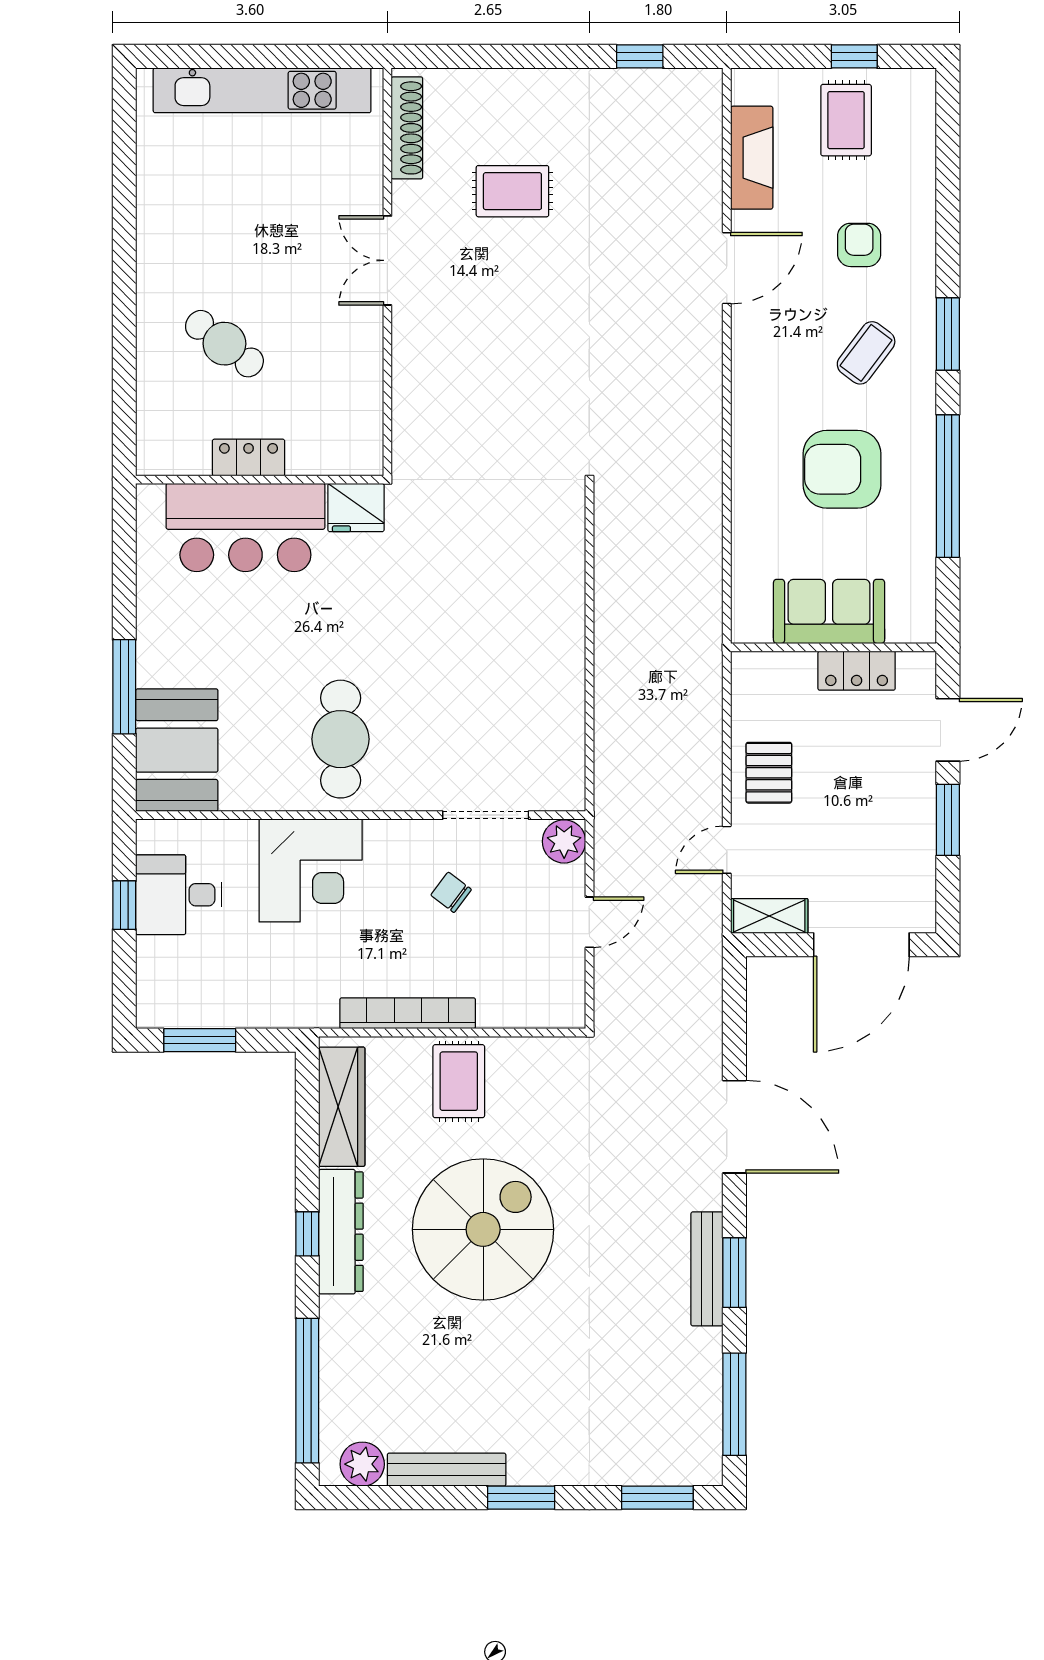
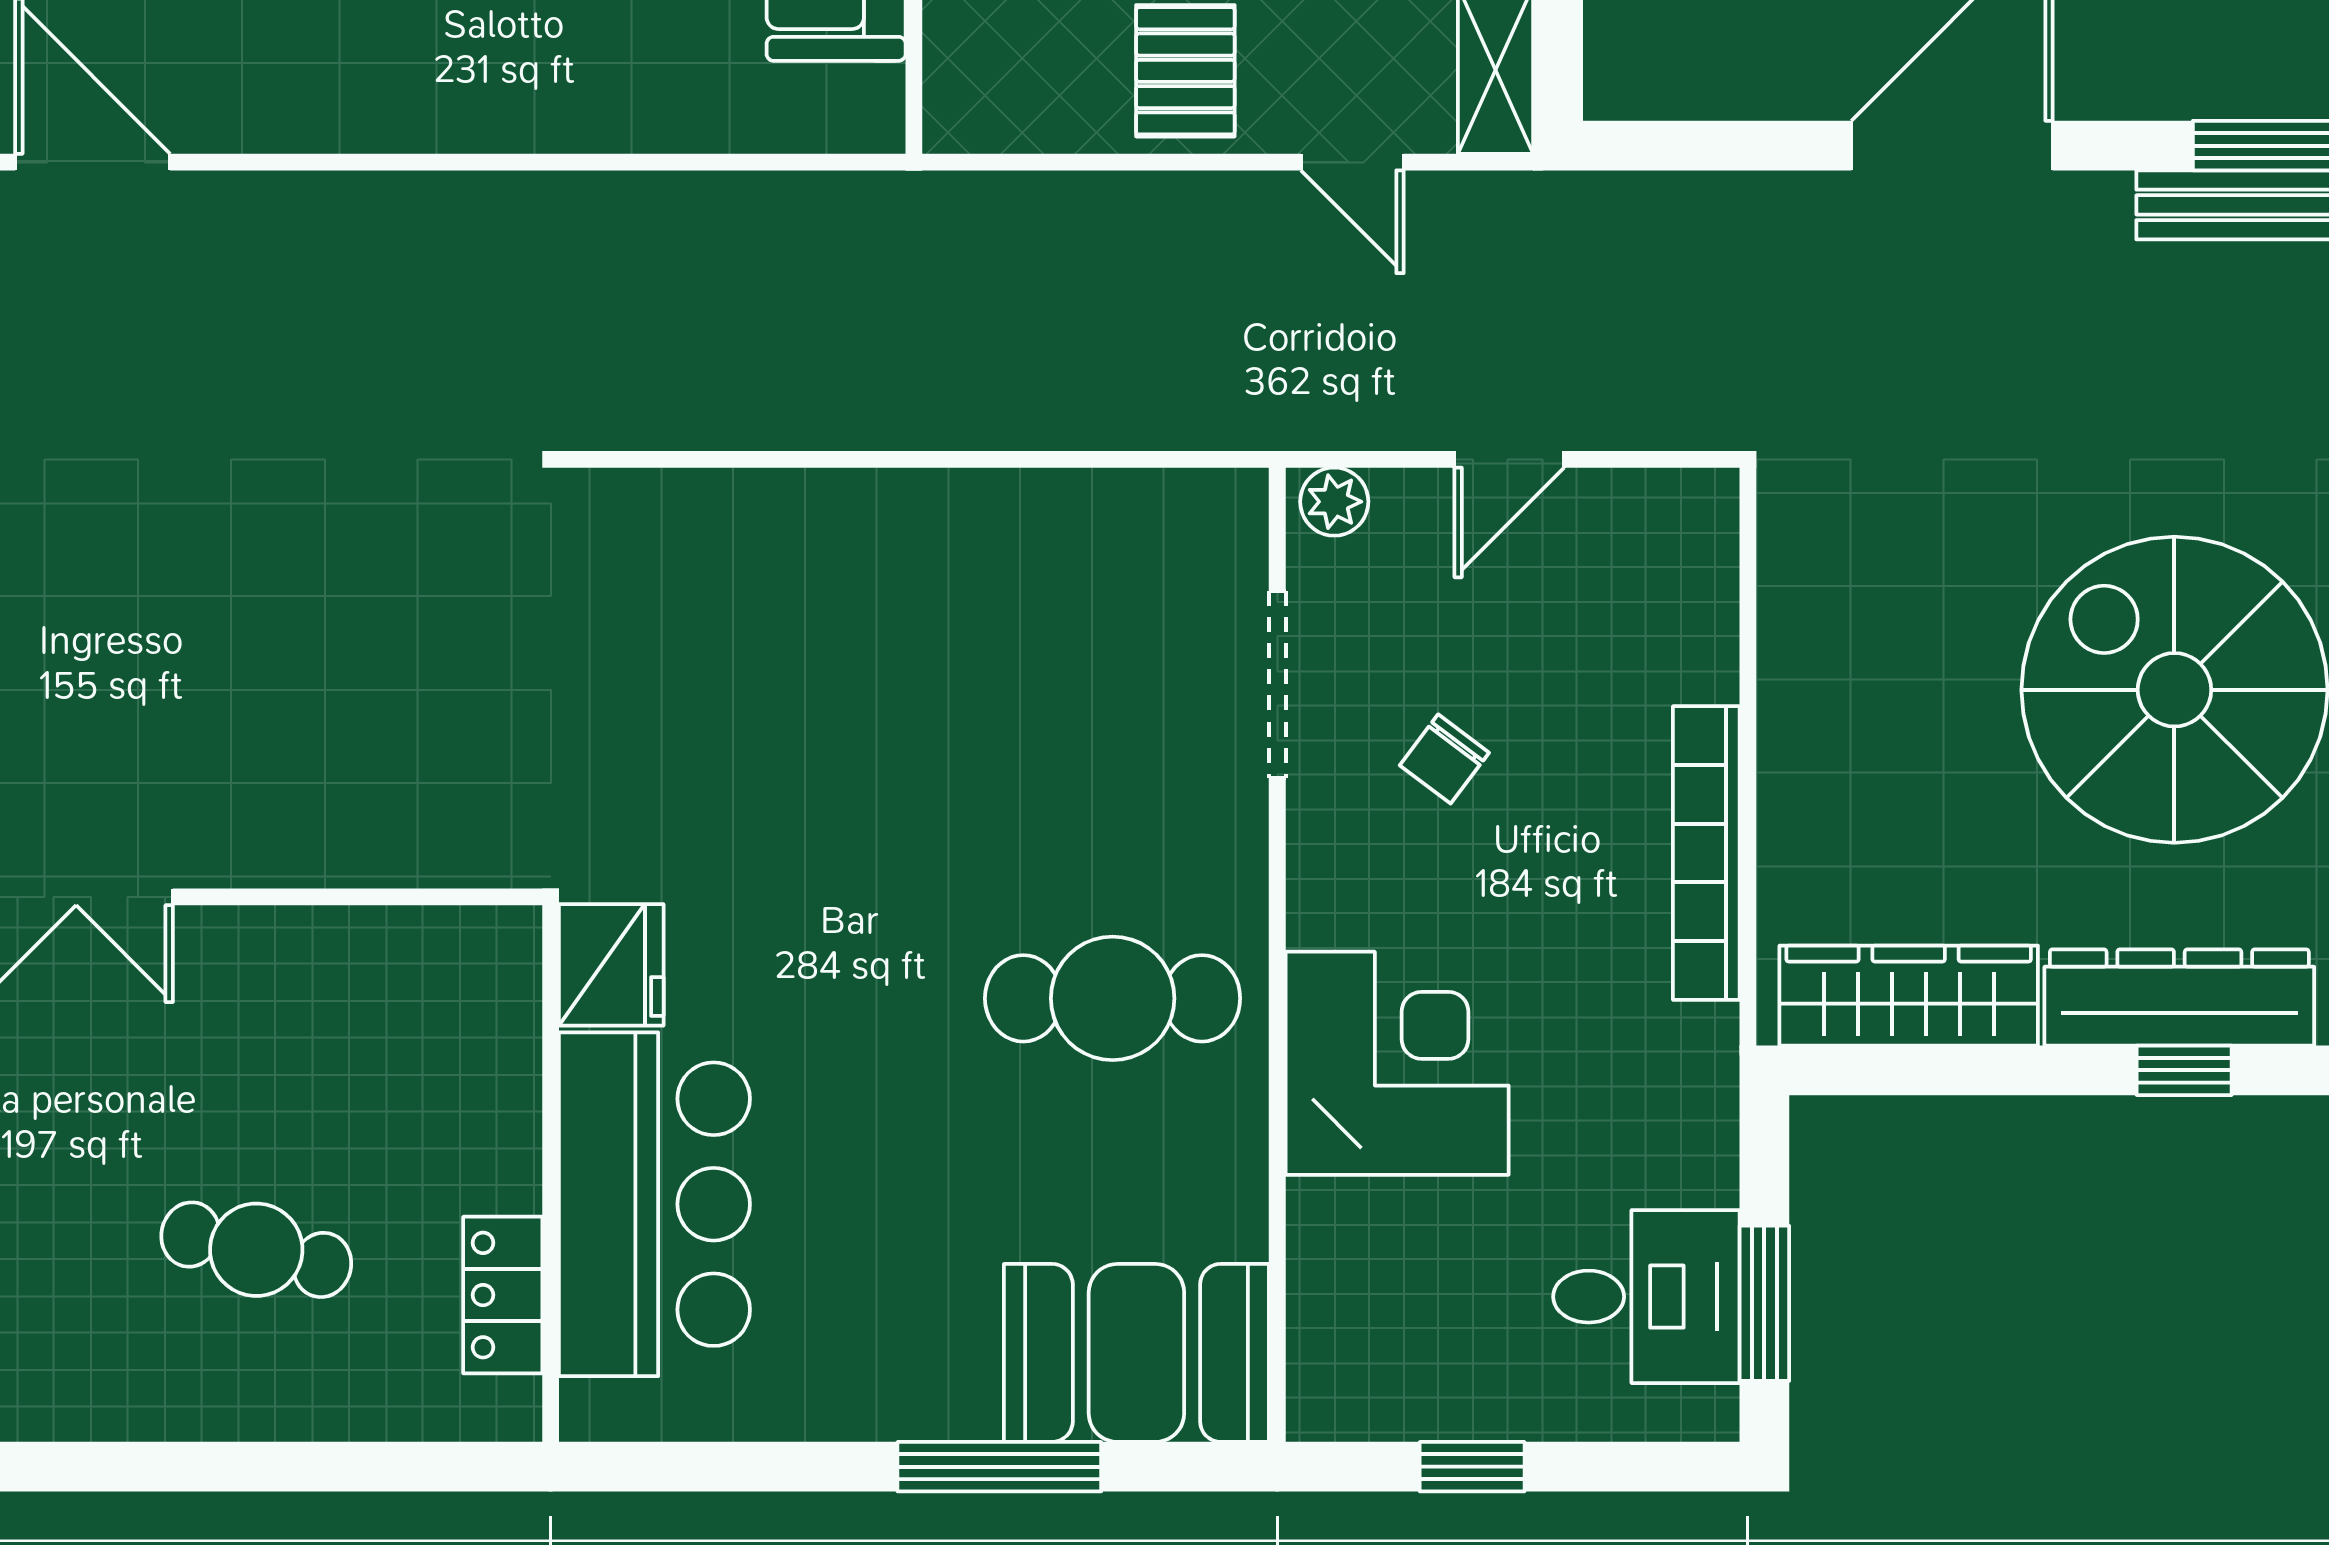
cafe table: (224, 344) -> (256, 1250), turned 66
locker: (249, 457) -> (503, 1295), moved
pallet: (769, 773) -> (1185, 71), turned 90
plant: (564, 841) -> (1334, 502), width x0.73, depth x0.73
desk: (179, 895) -> (1646, 1297), moved, turned -90
door: (589, 922) -> (1509, 459), swing flipped
rug: (459, 1081) -> (1853, 742), removed

